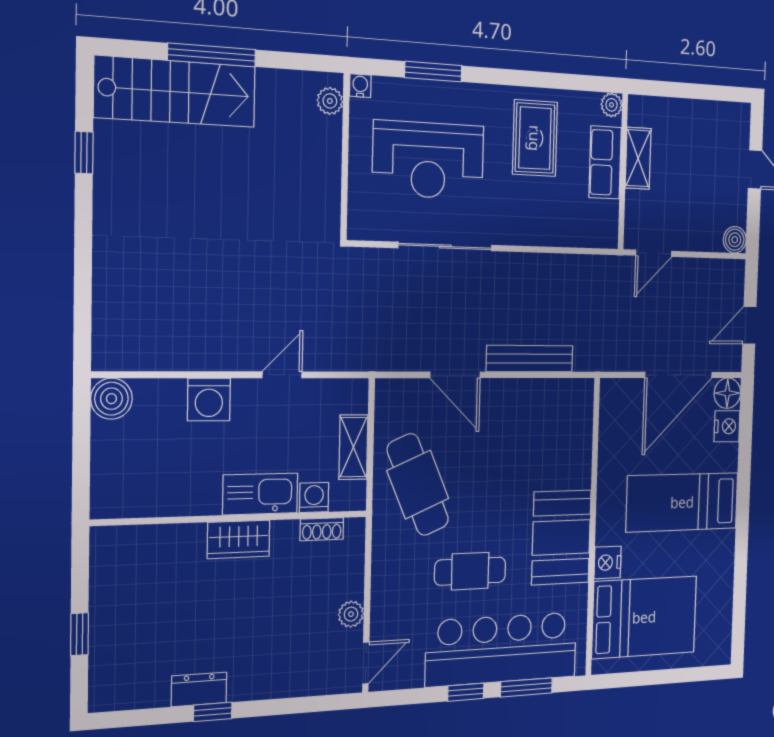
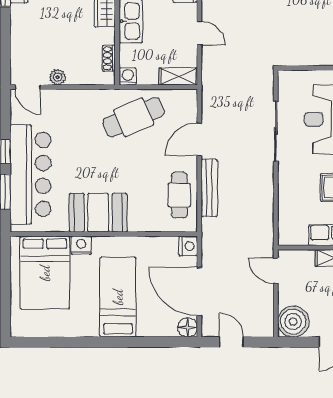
boiler: (735, 240) -> (293, 322), width x1.86, depth x1.86
nightstand: (727, 426) -> (188, 246), moved, turned -90
shelving: (353, 447) -> (178, 77), moved
washing machine: (314, 497) -> (128, 76), moved, turned -90
cafe table: (470, 571) -> (179, 195), moved

